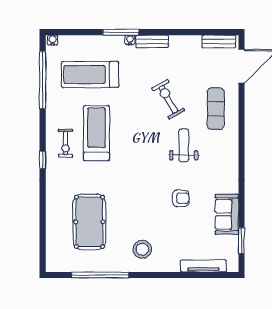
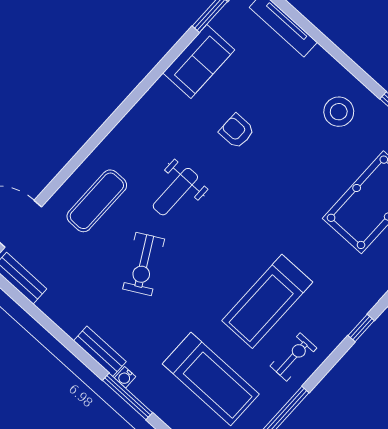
exercise bike: (66, 143) -> (293, 357), moved

